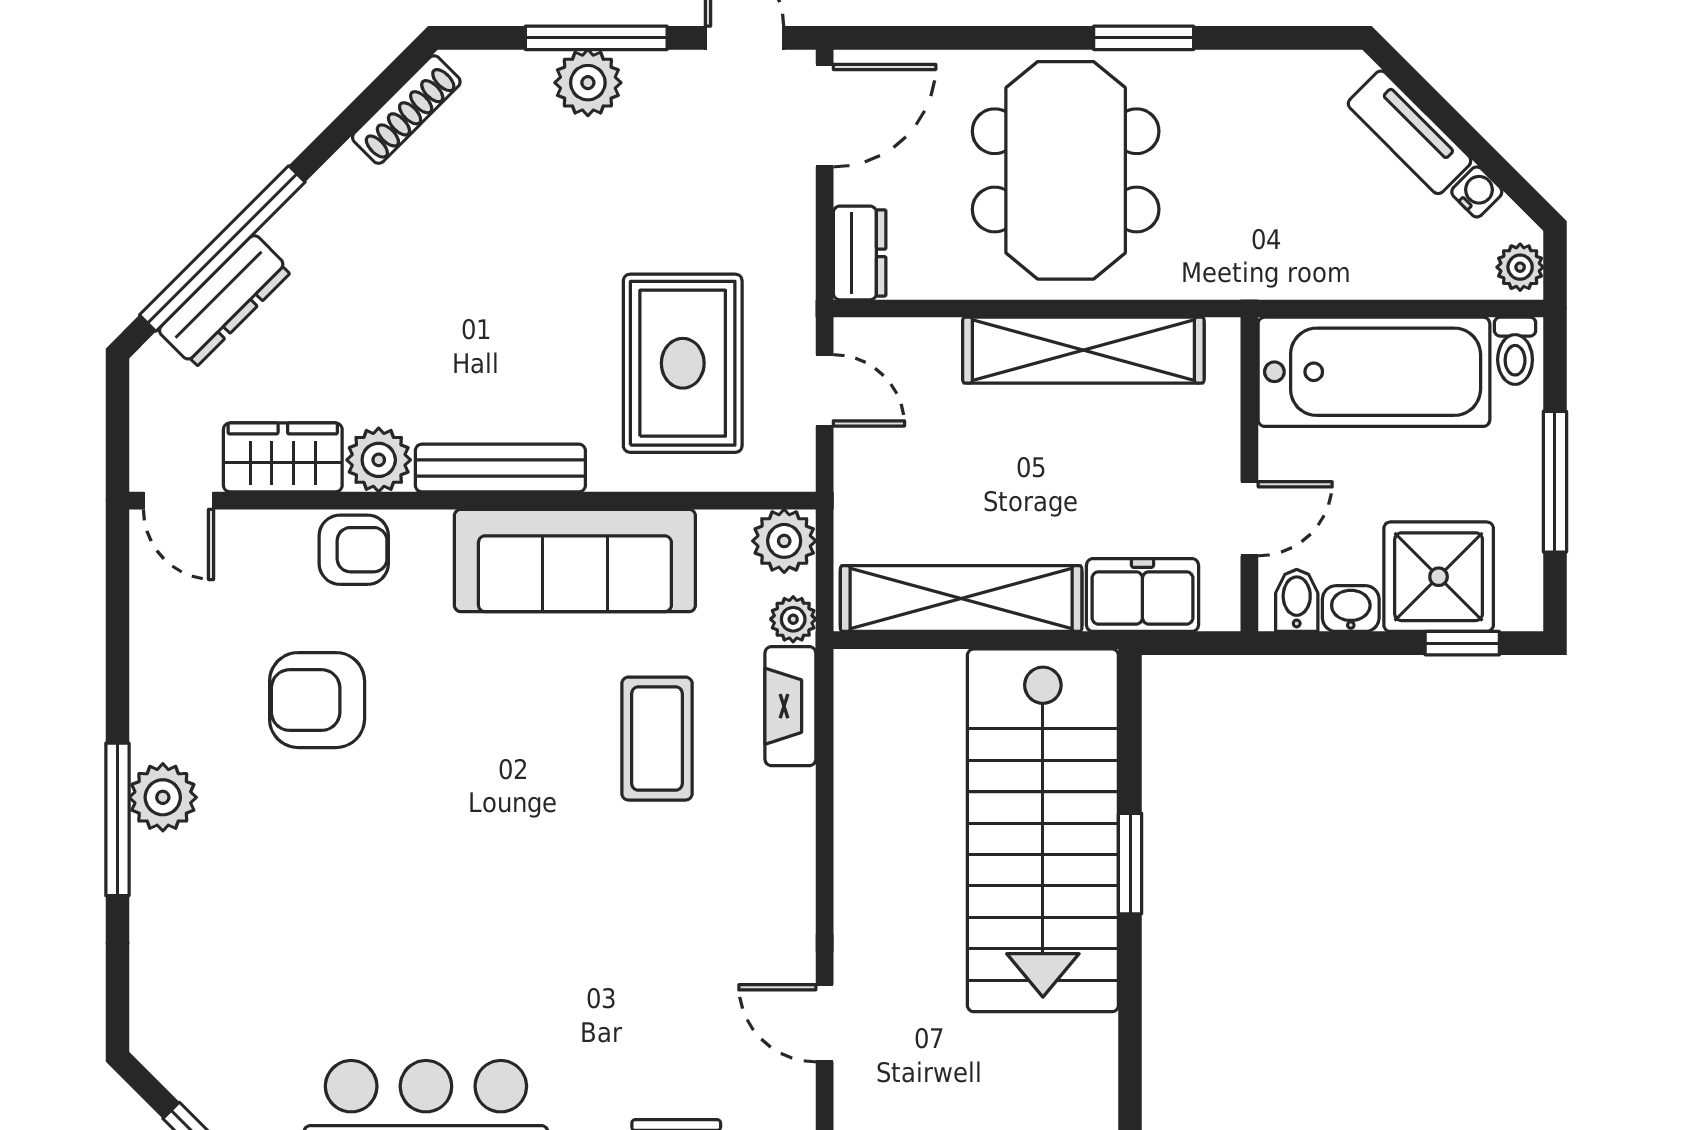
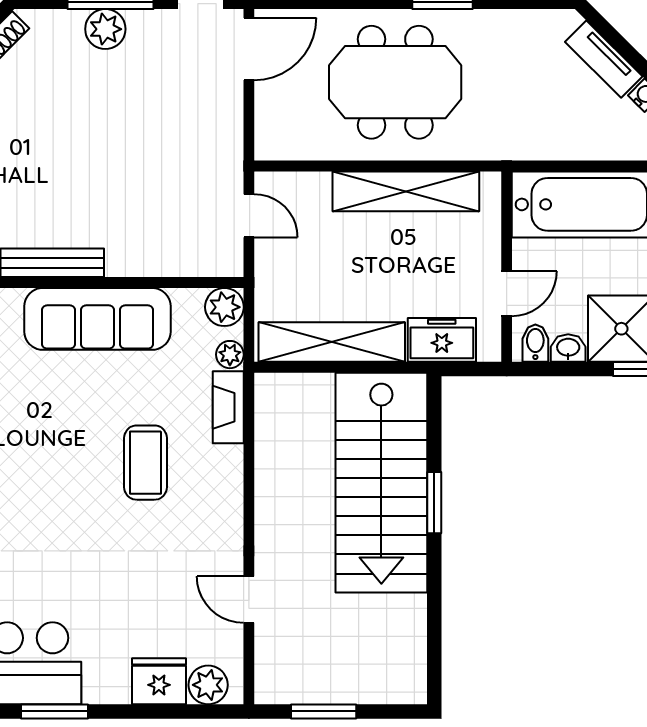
meeting table: (1066, 170) -> (395, 82), turned 90
dresser: (860, 253) -> (270, 132), removed
rug: (683, 363) -> (163, 199), removed
coffee table: (657, 739) -> (146, 463), moved

